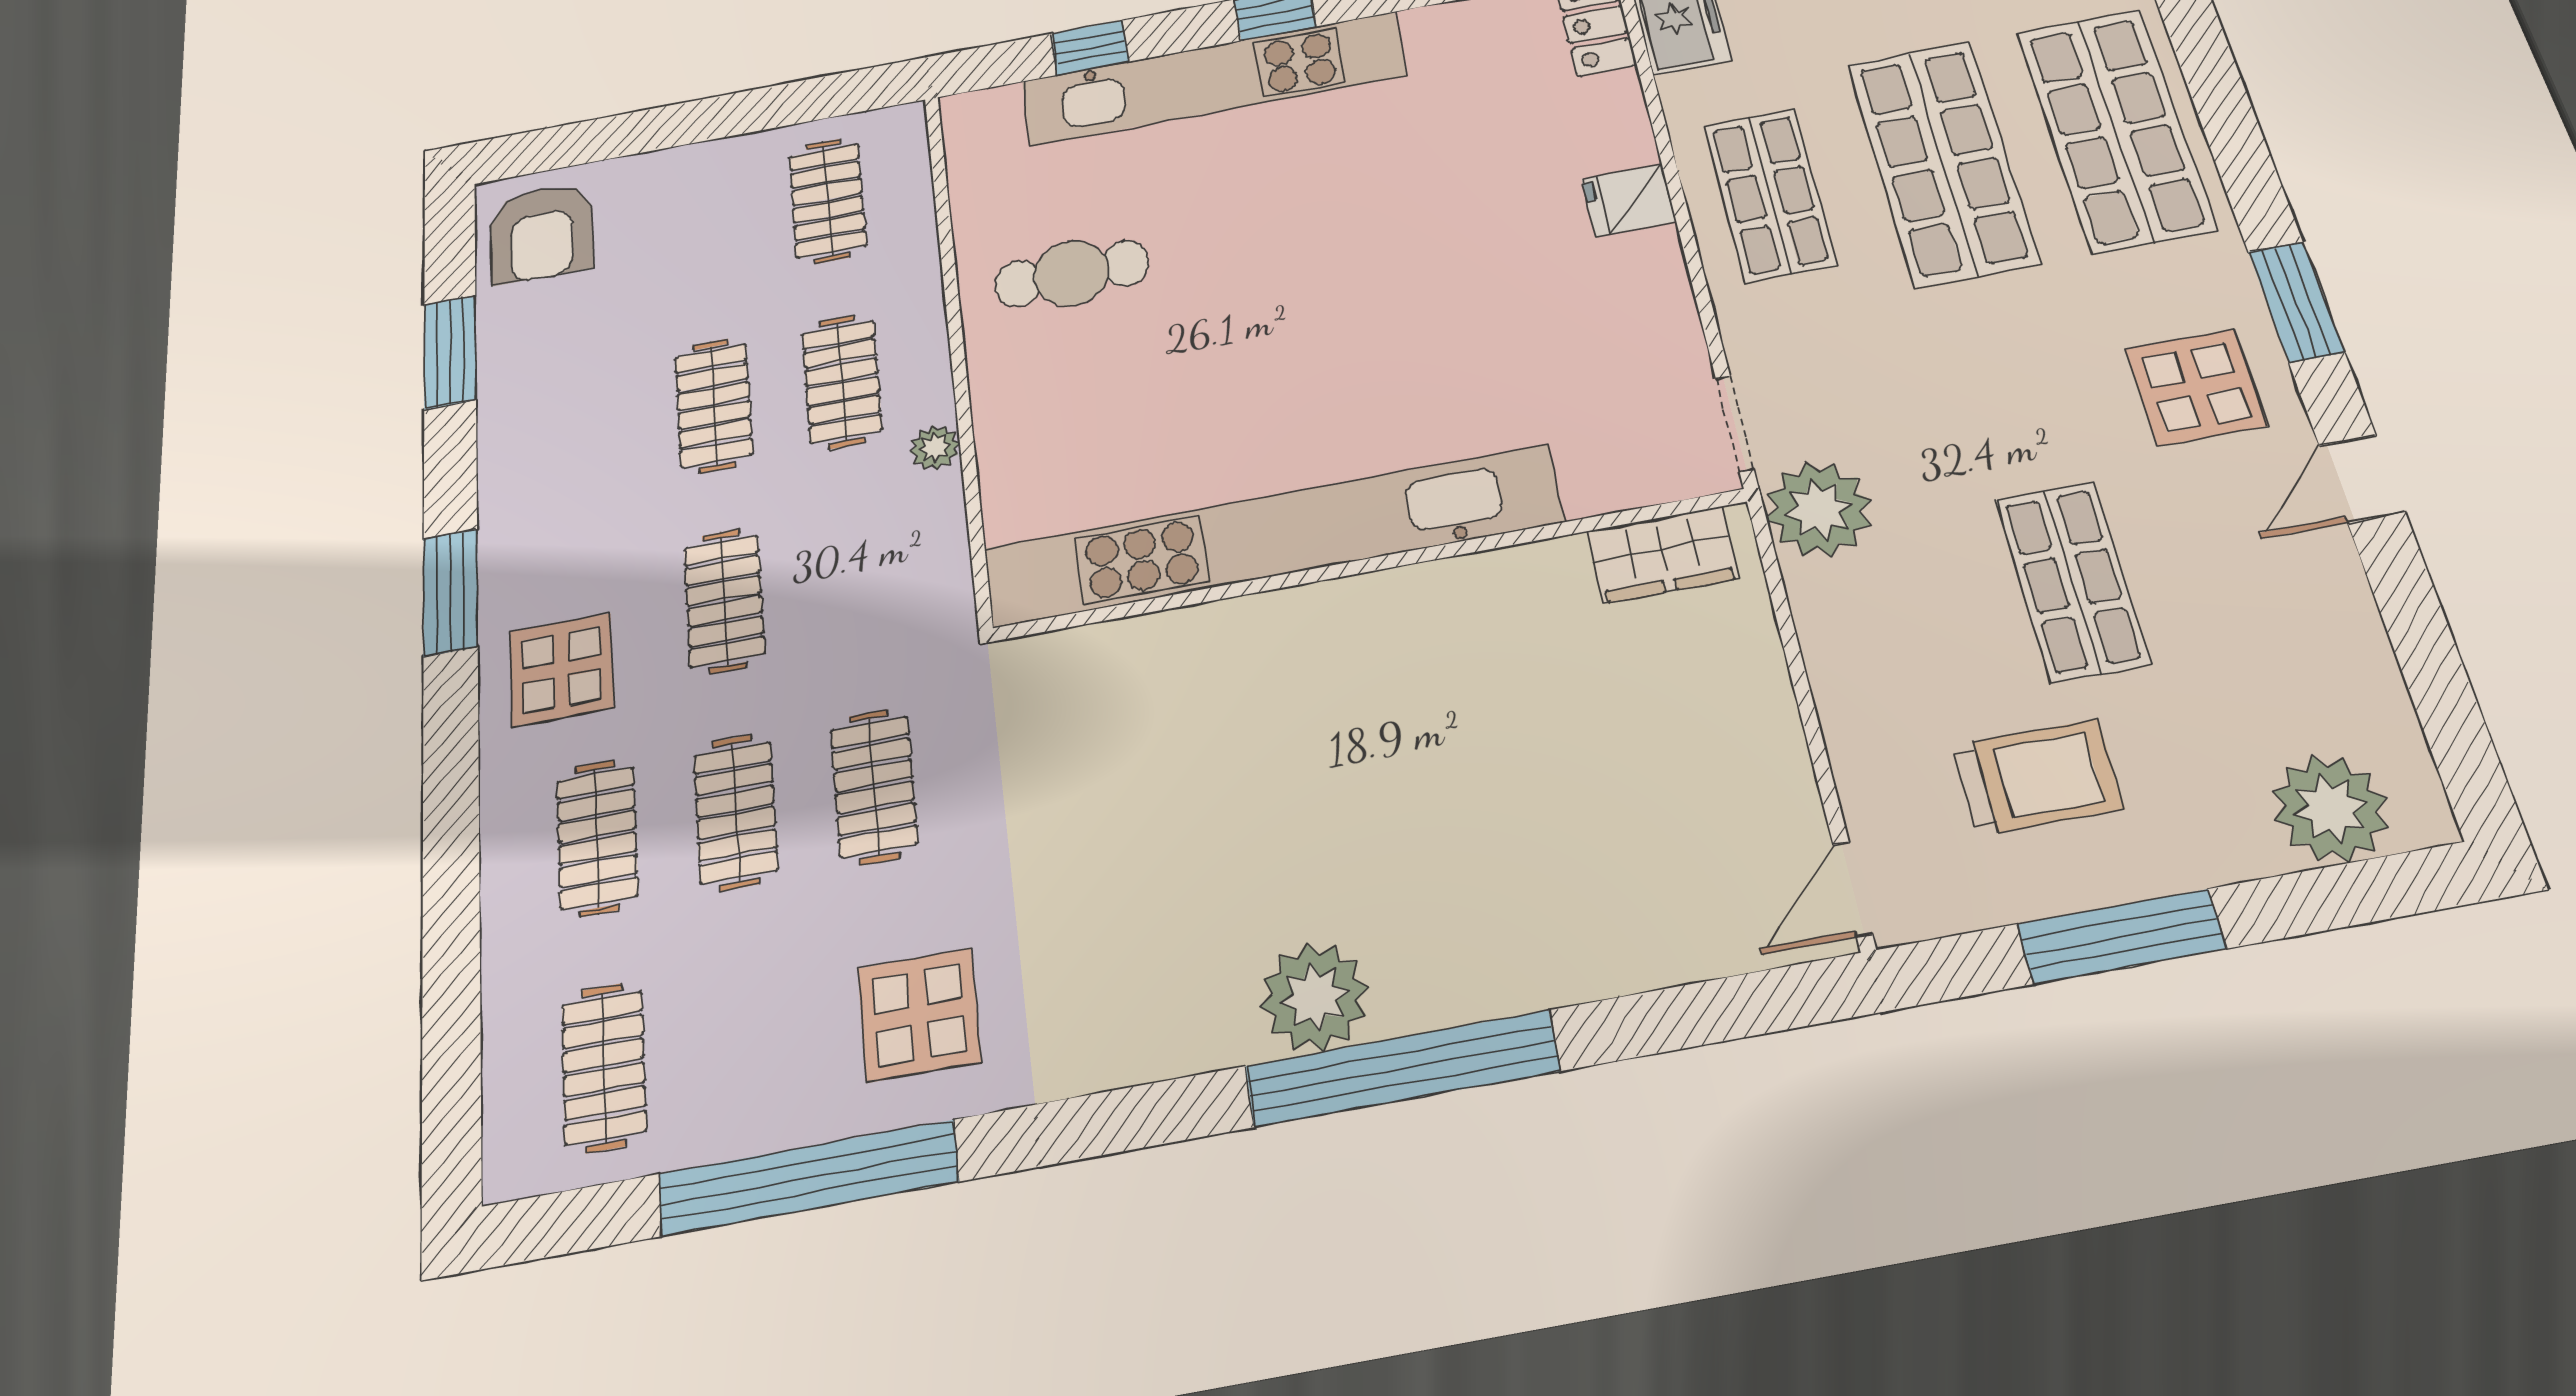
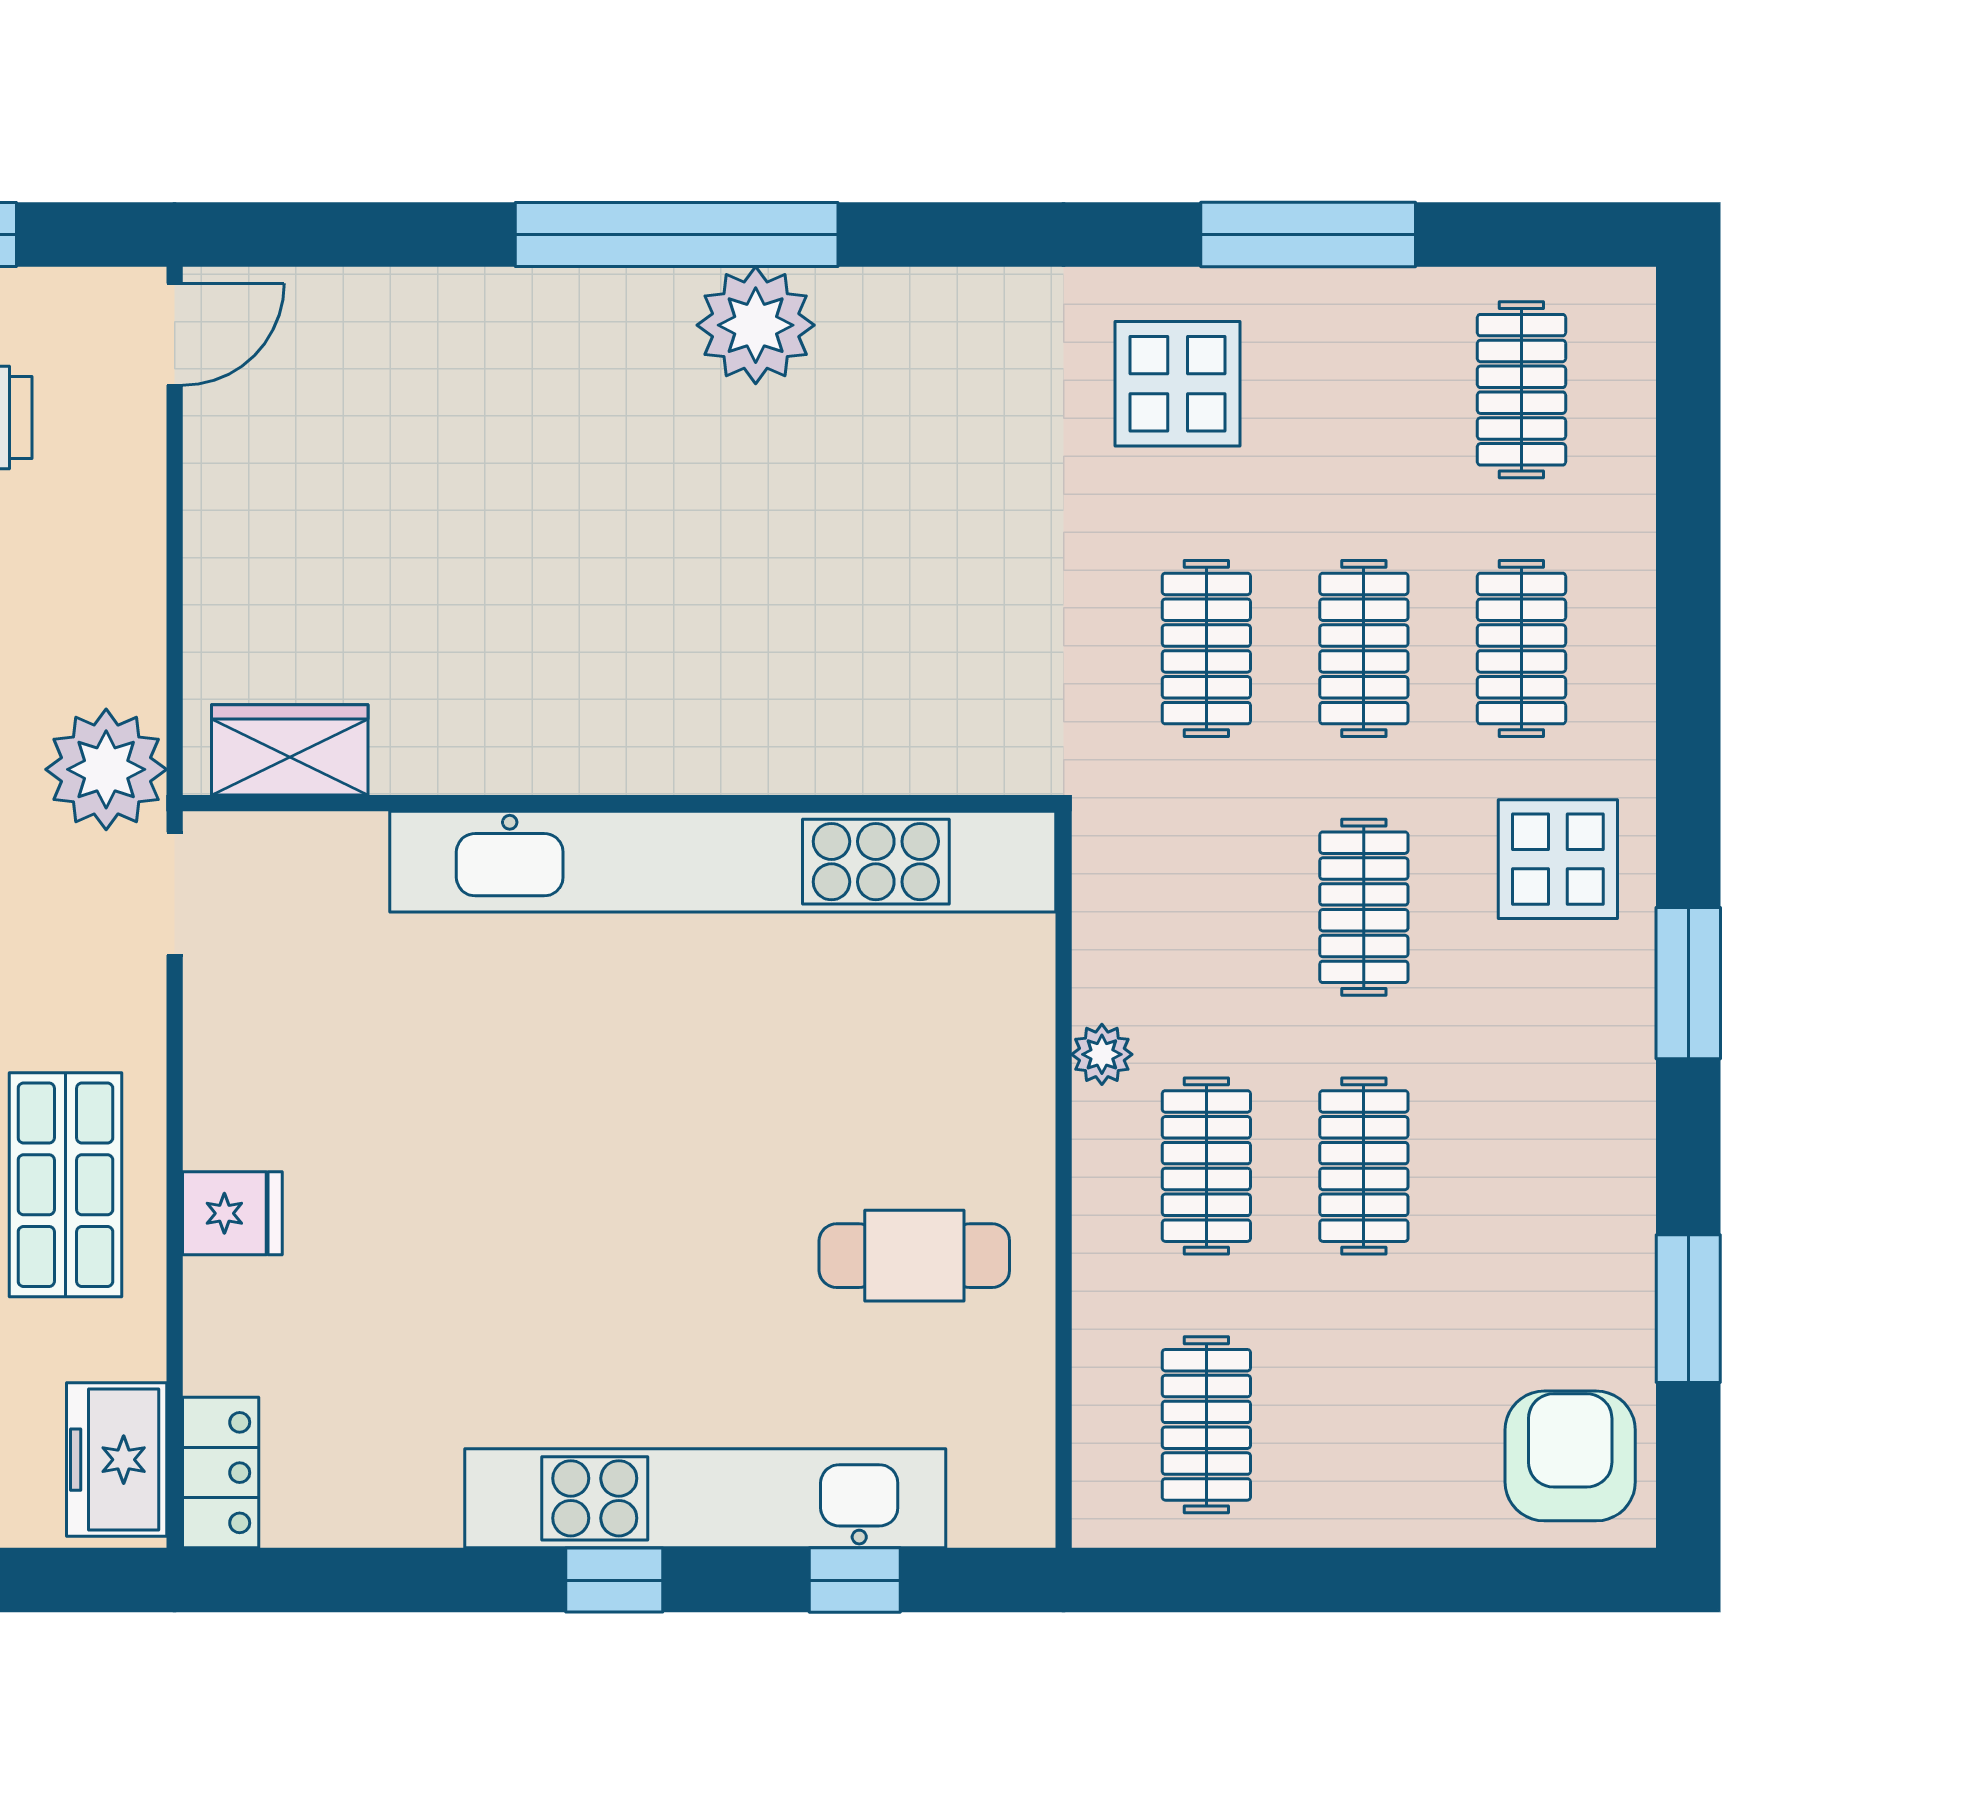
window: (808, 1178) -> (1308, 235), width x0.68

